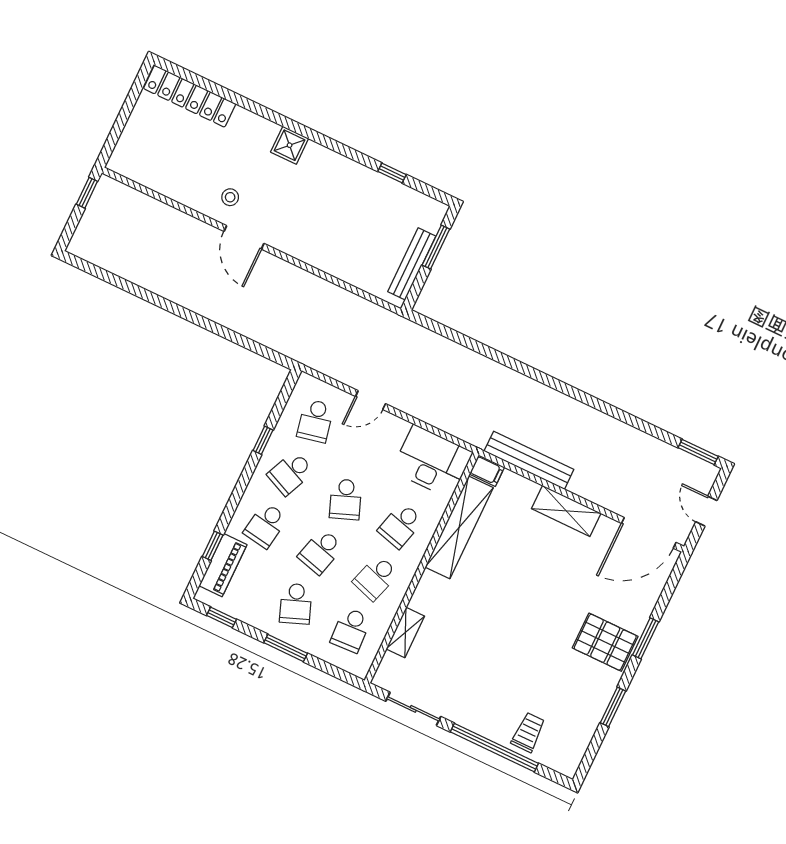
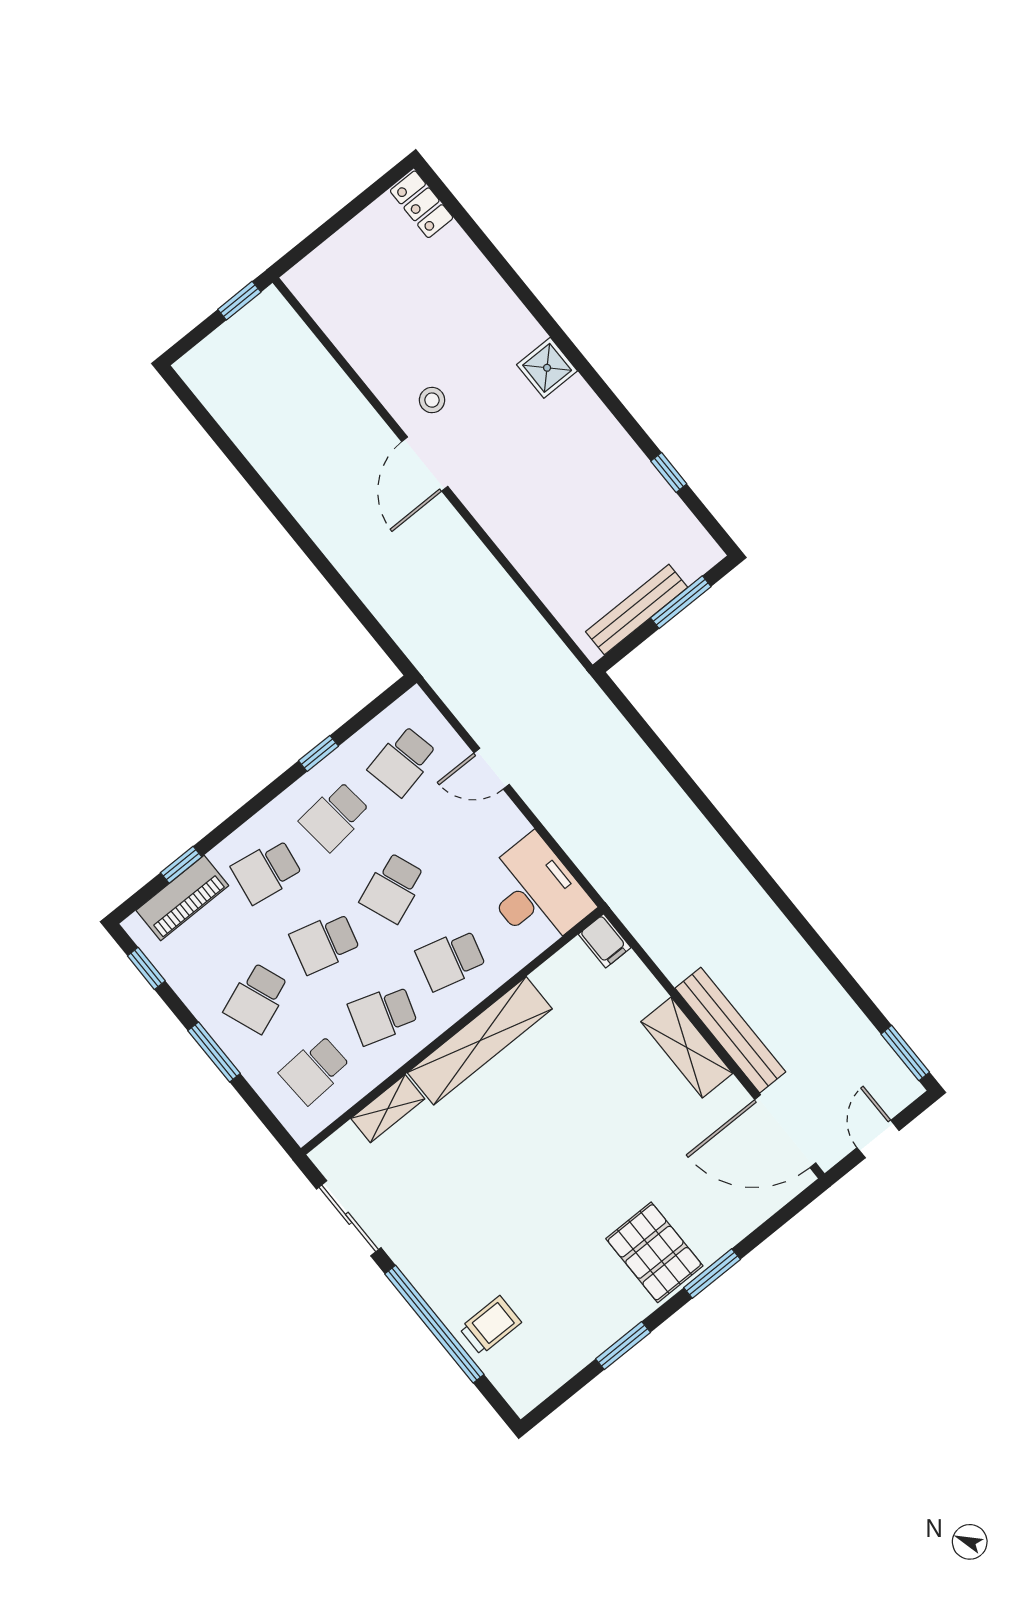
locker: (190, 96) -> (422, 204), width x0.46, depth x0.83
bench: (529, 460) -> (730, 1030), moved
school desk: (290, 473) -> (335, 816), turned -30
shelving: (459, 527) -> (480, 1041), moved

